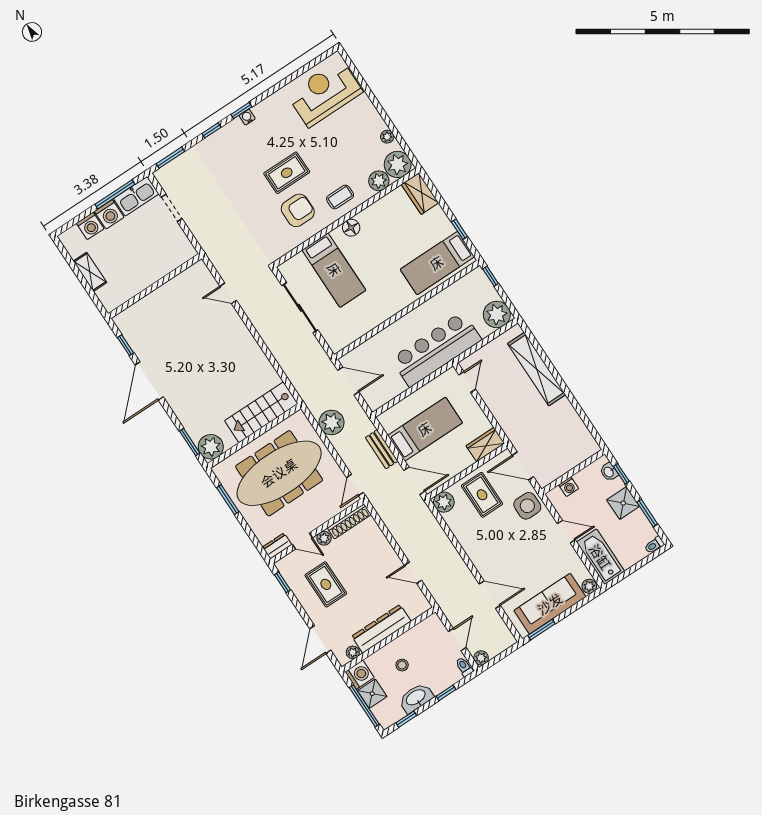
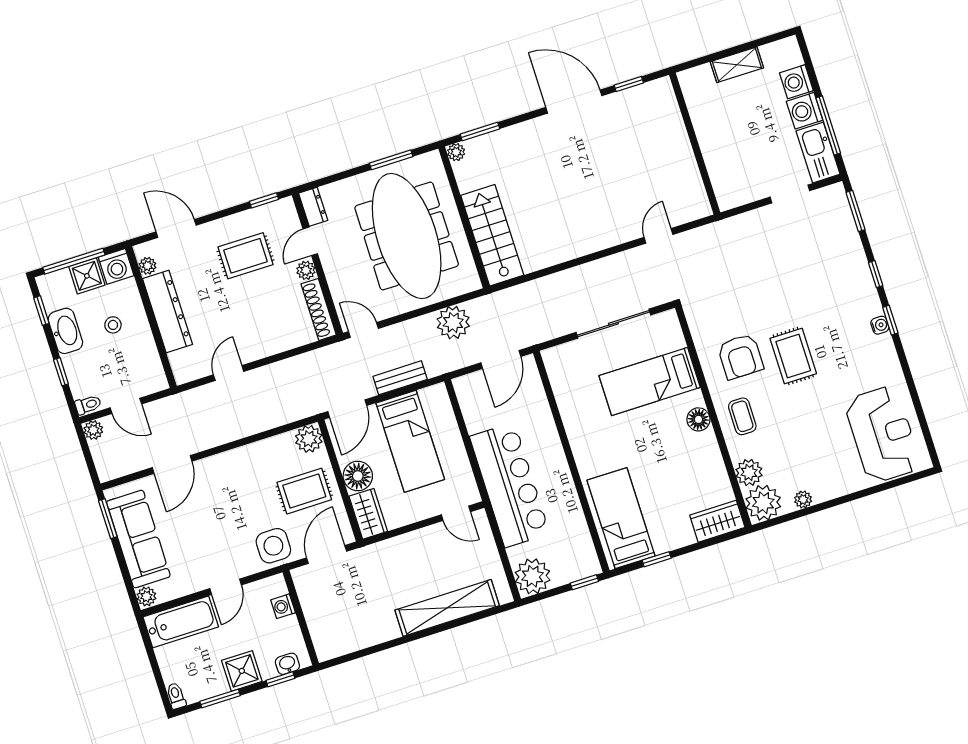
plant: (211, 447) -> (456, 152), width x0.53, depth x0.53
floor lamp: (460, 460) -> (358, 476), added

